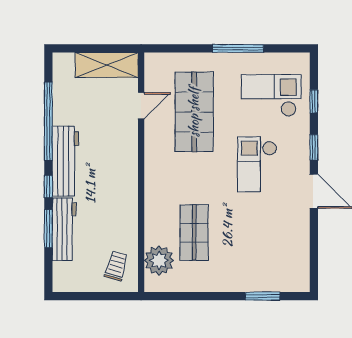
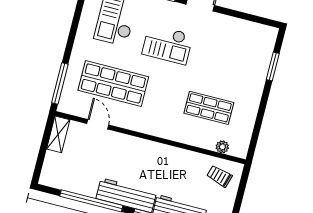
window: (238, 48) -> (60, 83), moved
shelving: (107, 65) -> (58, 134), width x0.67, depth x0.75
plant: (159, 260) -> (222, 147), width x0.53, depth x0.53

